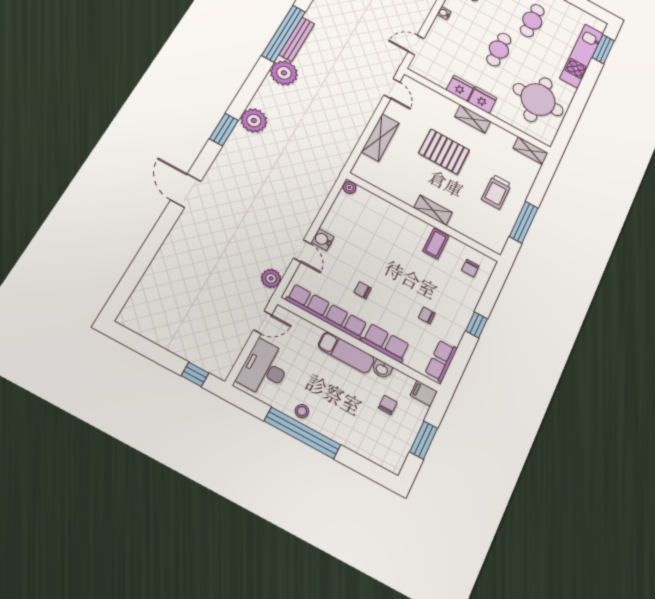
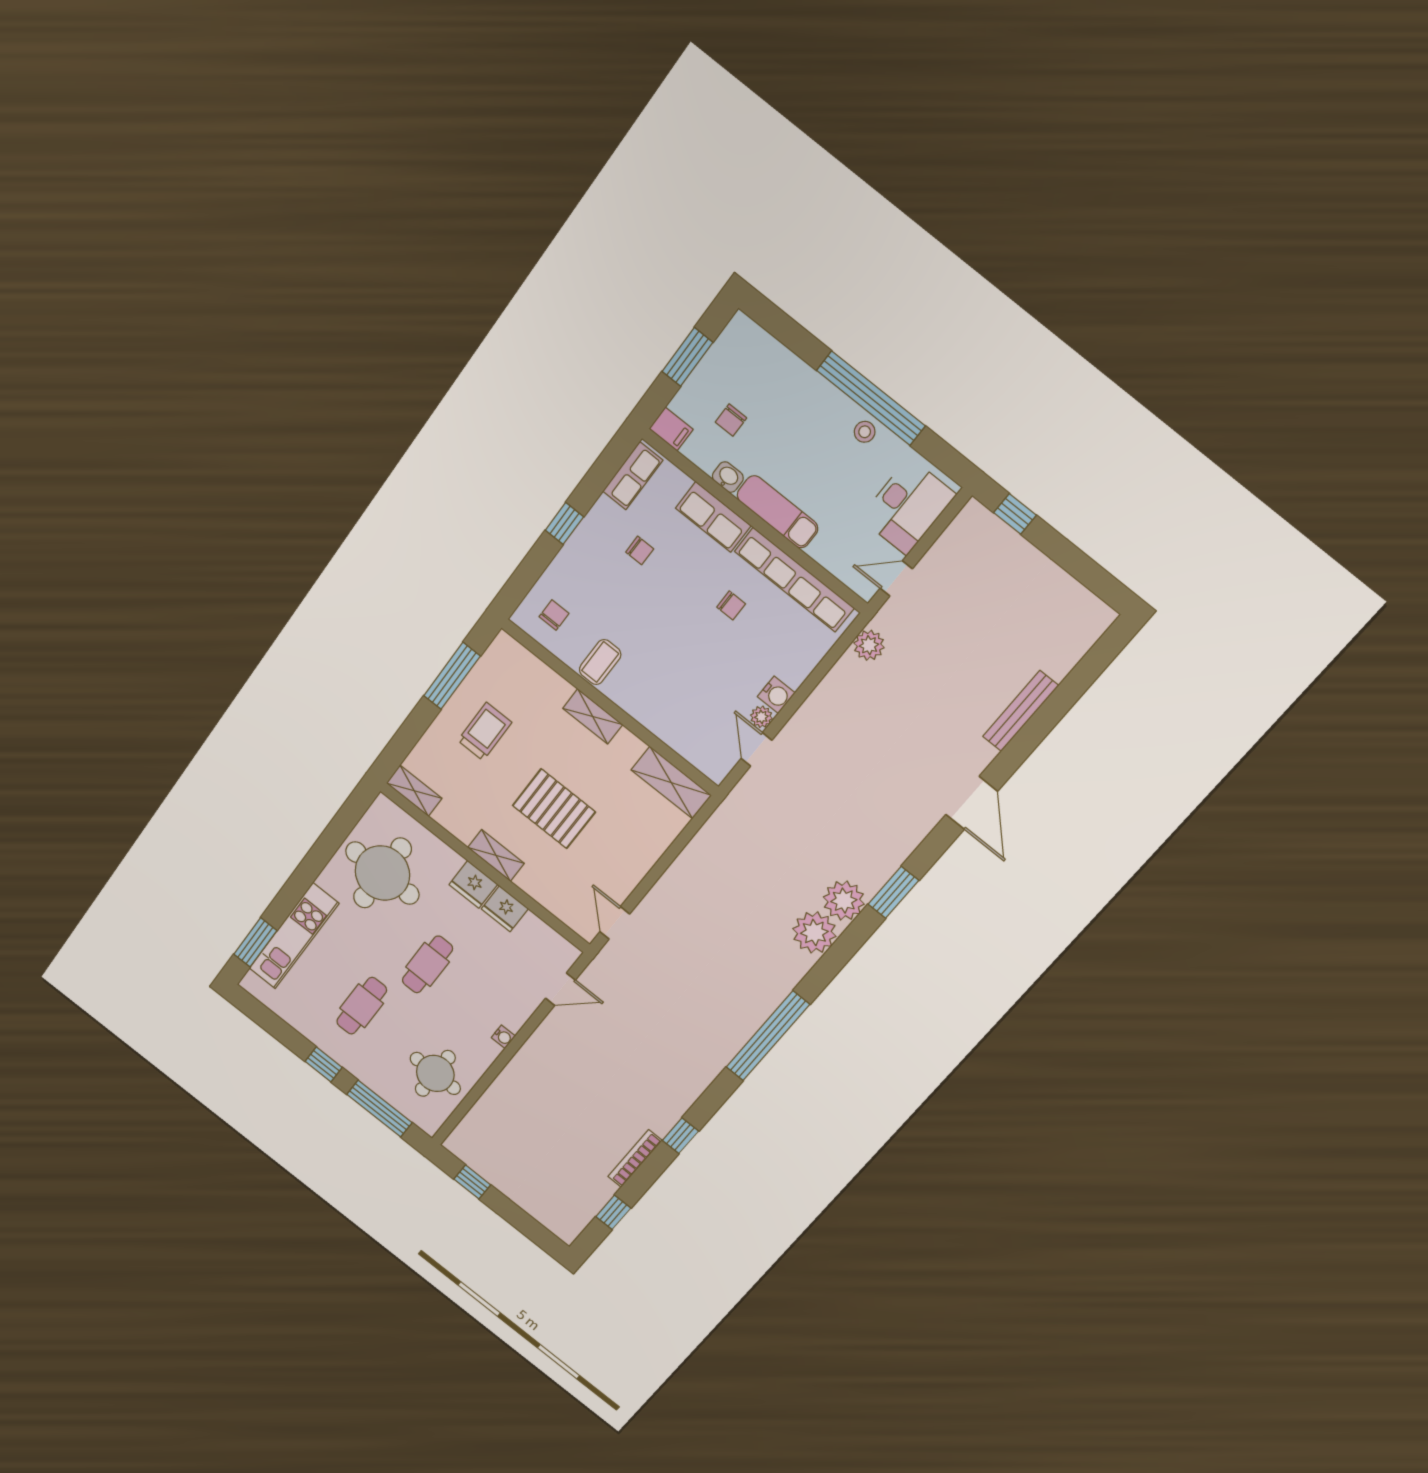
bench: (297, 39) -> (1020, 711), moved
plant: (284, 73) -> (814, 932), moved
shelving: (380, 138) -> (671, 783), moved, turned 90
plant: (349, 187) -> (761, 717), moved
door: (302, 251) -> (756, 749), moved

